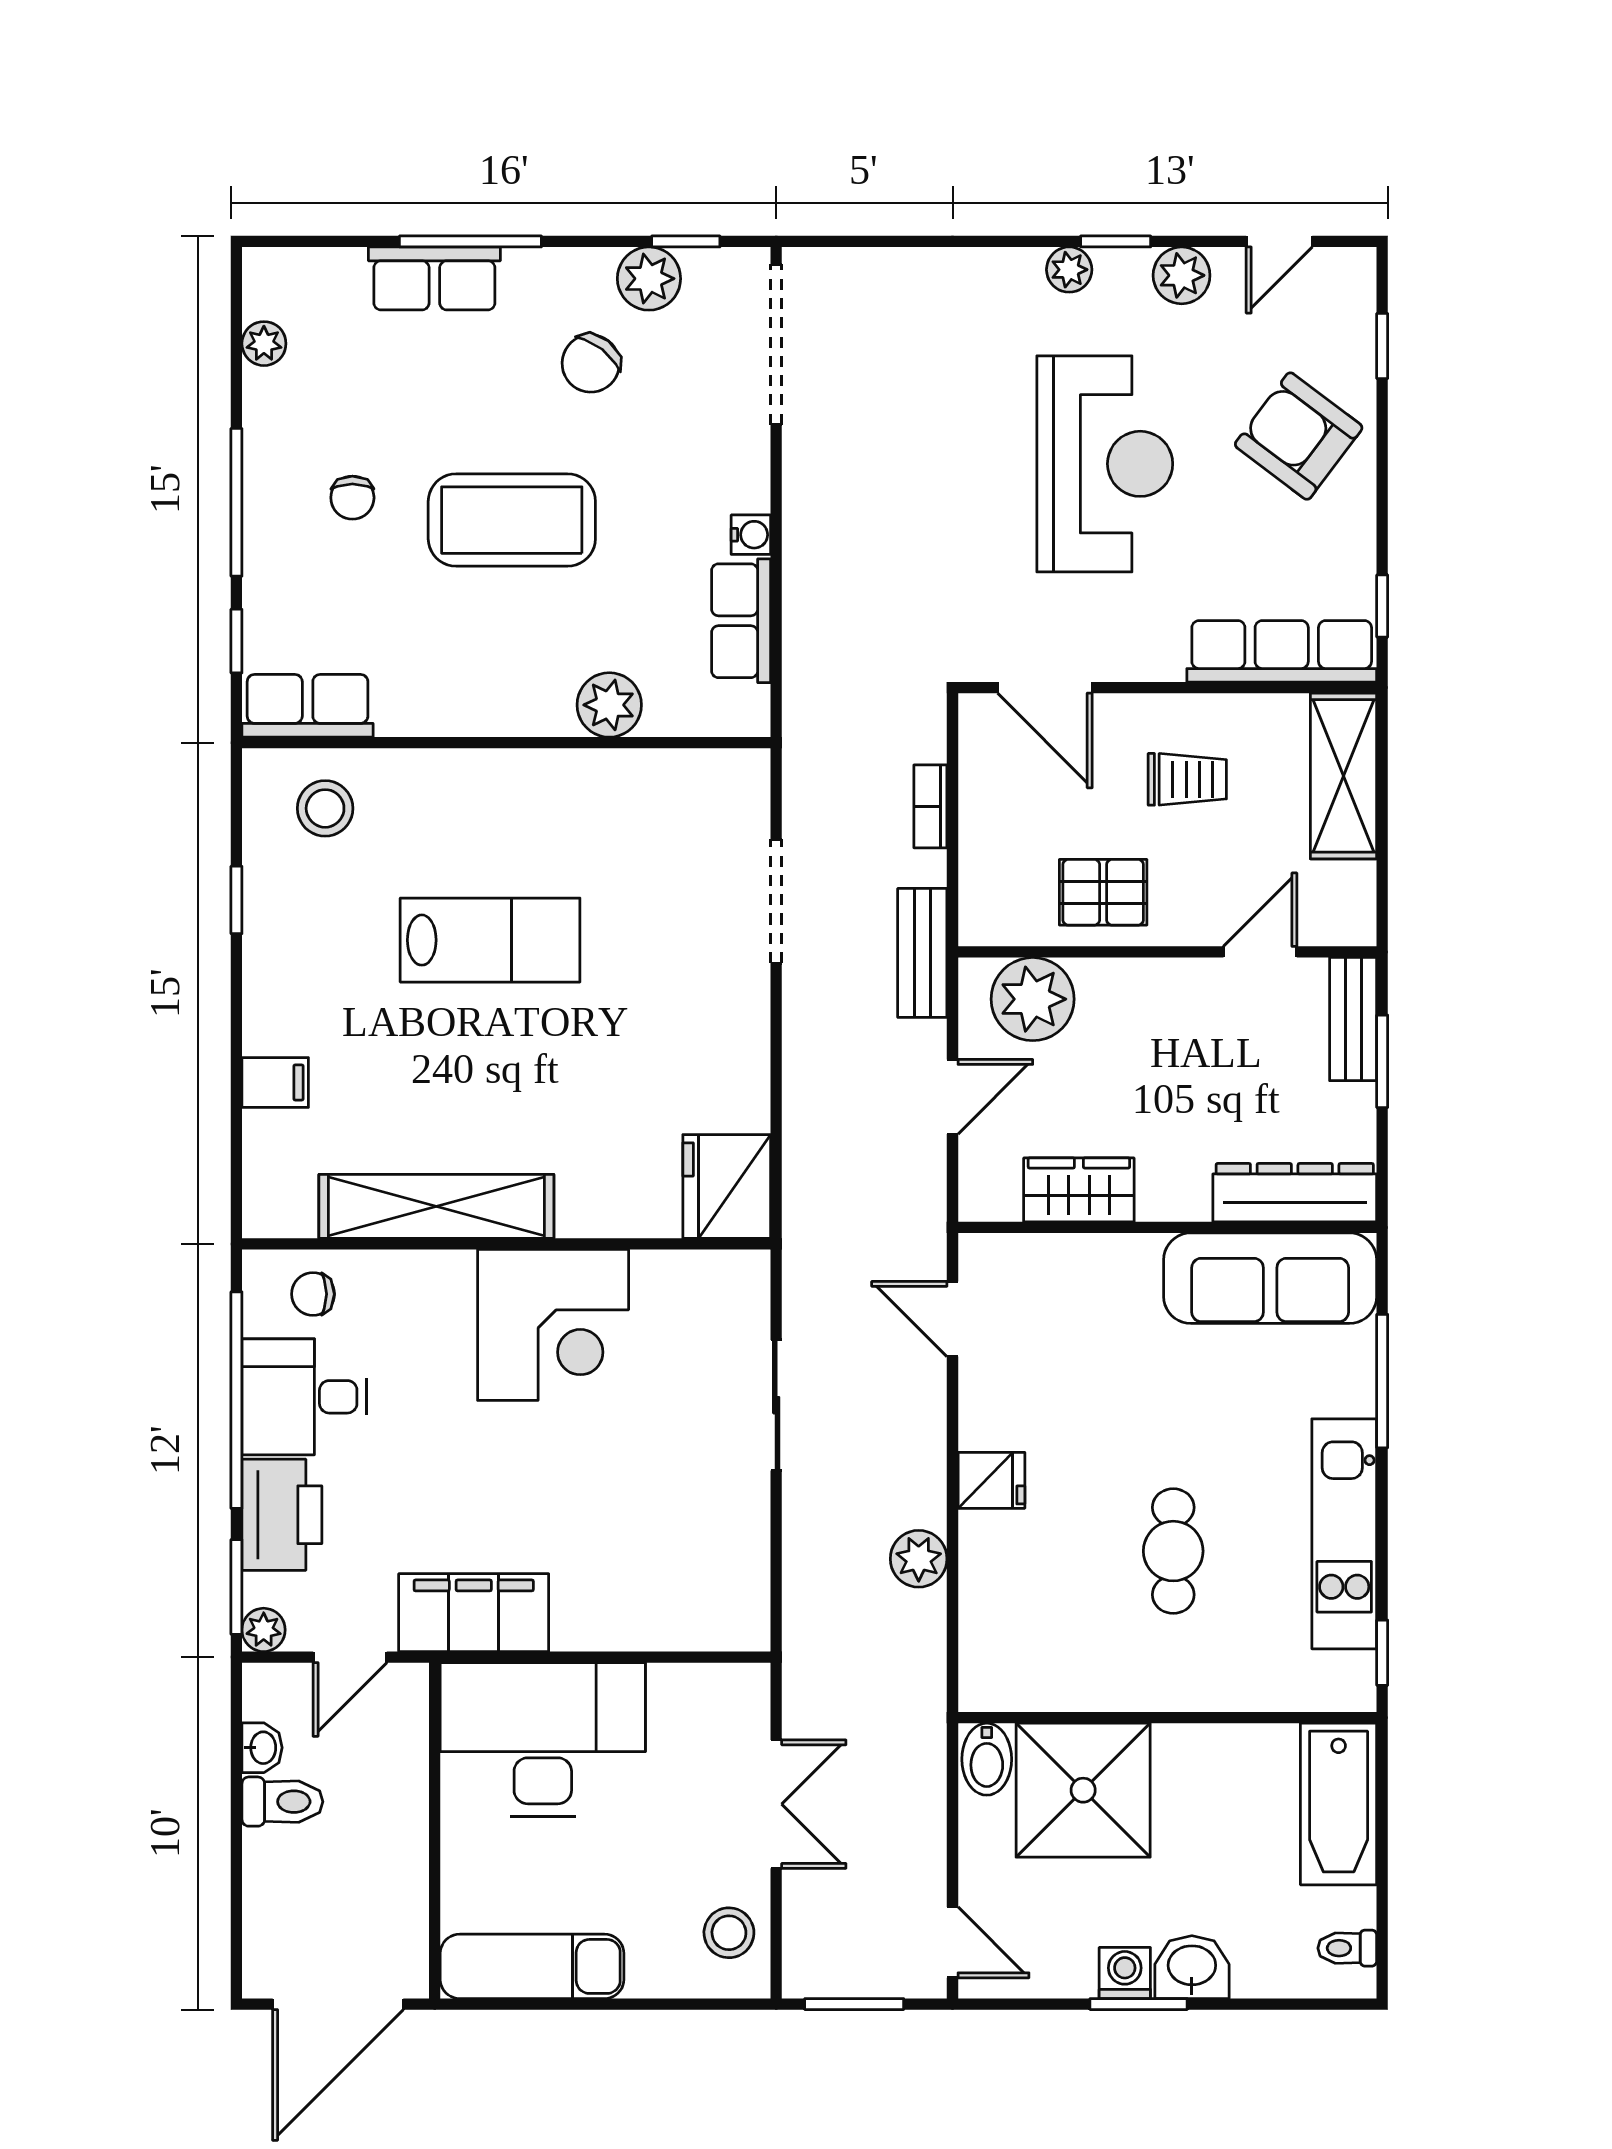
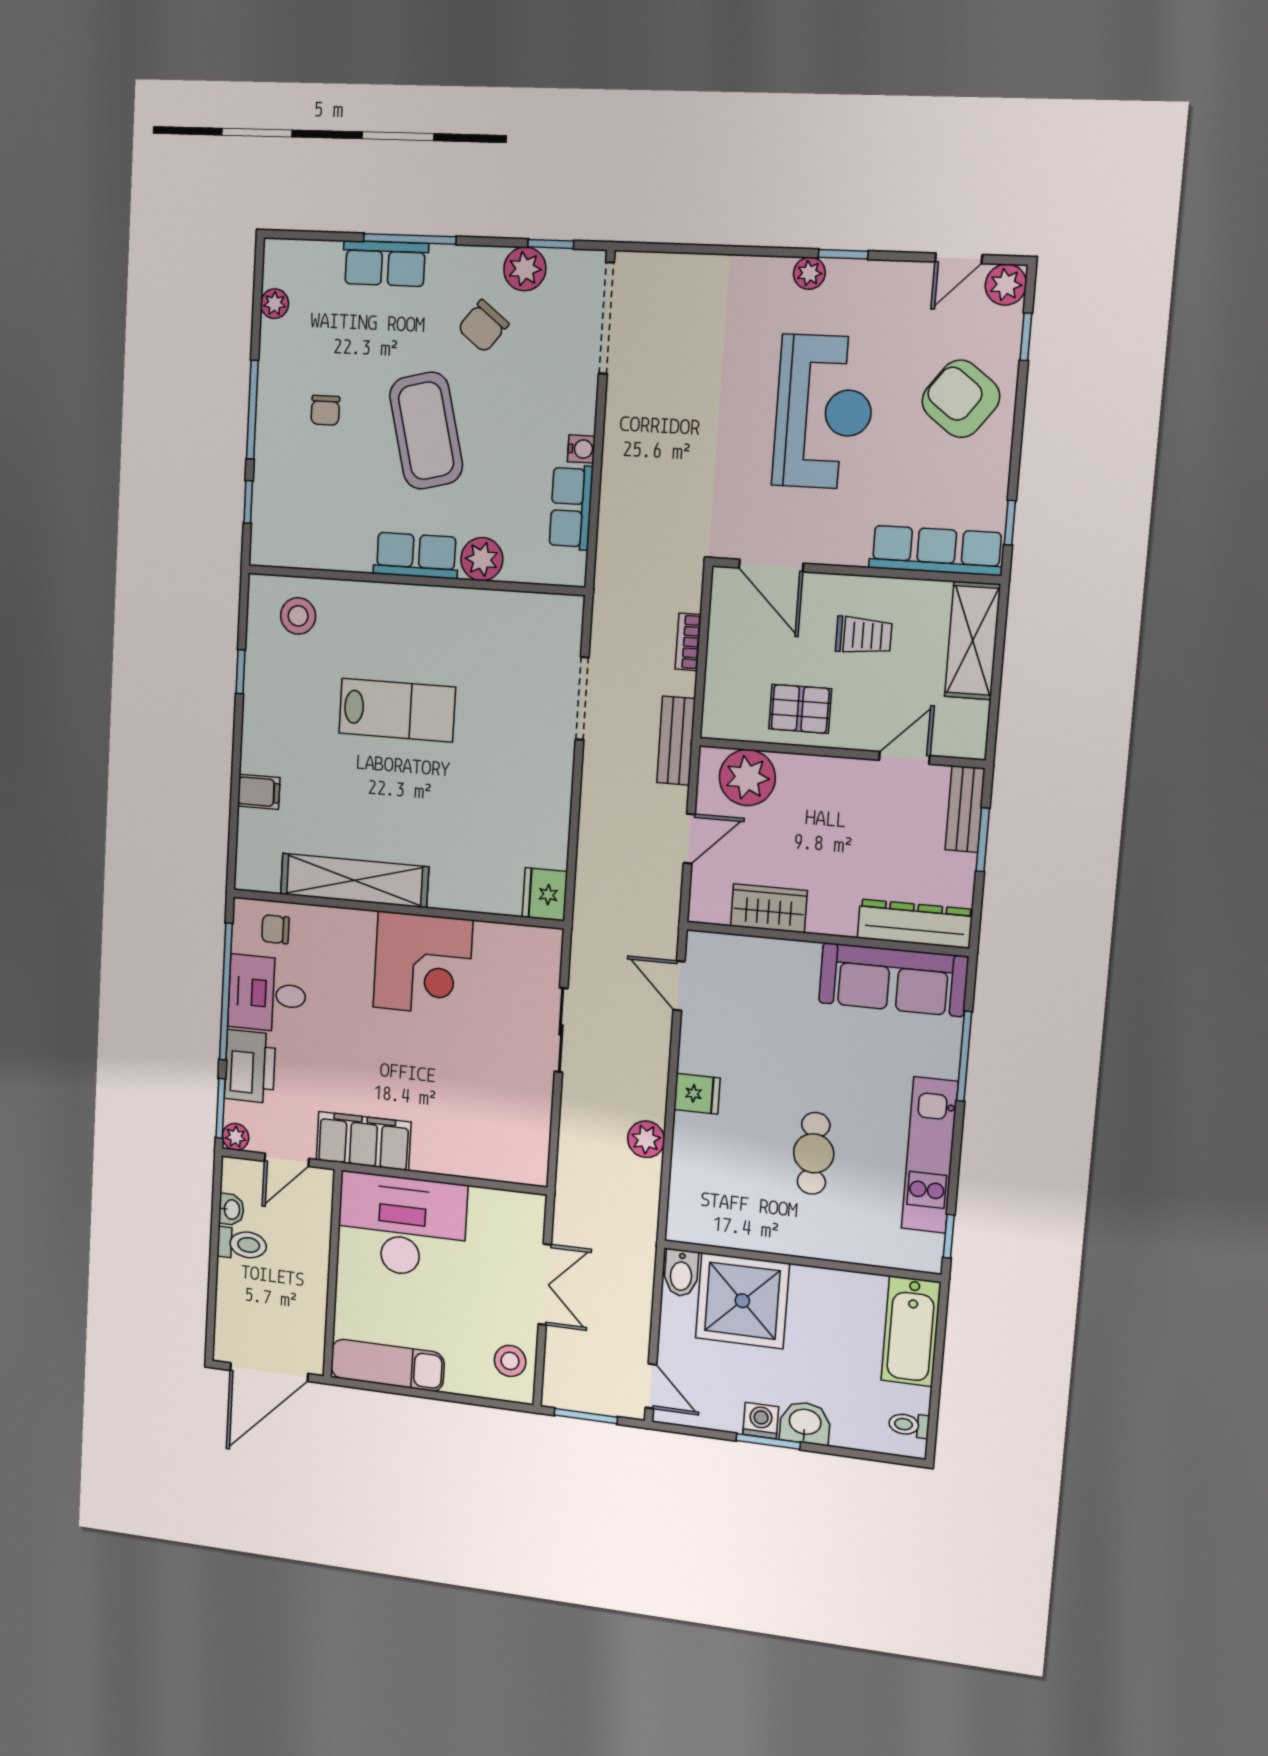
plant: (1182, 275) -> (1006, 285), moved
coffee table: (512, 520) -> (426, 431), turned 76
row of seats: (308, 706) -> (416, 556), moved
fridge: (727, 1186) -> (545, 894), width x0.73, depth x0.75

